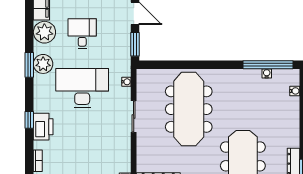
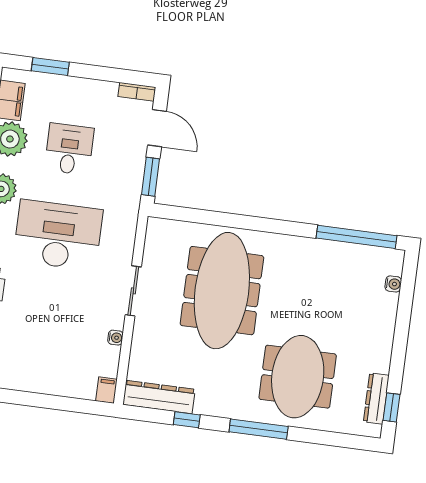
water cooler: (267, 73) -> (353, 251), removed
water cooler: (126, 82) -> (115, 338), moved

